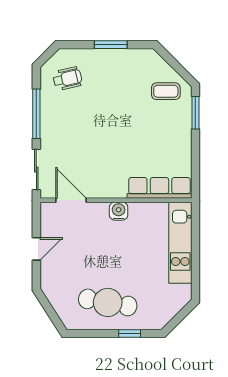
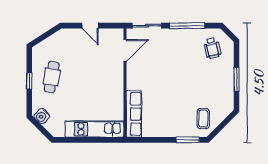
water cooler: (119, 211) -> (42, 116), moved, turned 135
cafe table: (108, 302) -> (52, 77), width x0.73, depth x0.74
window: (130, 333) -> (29, 81), moved

